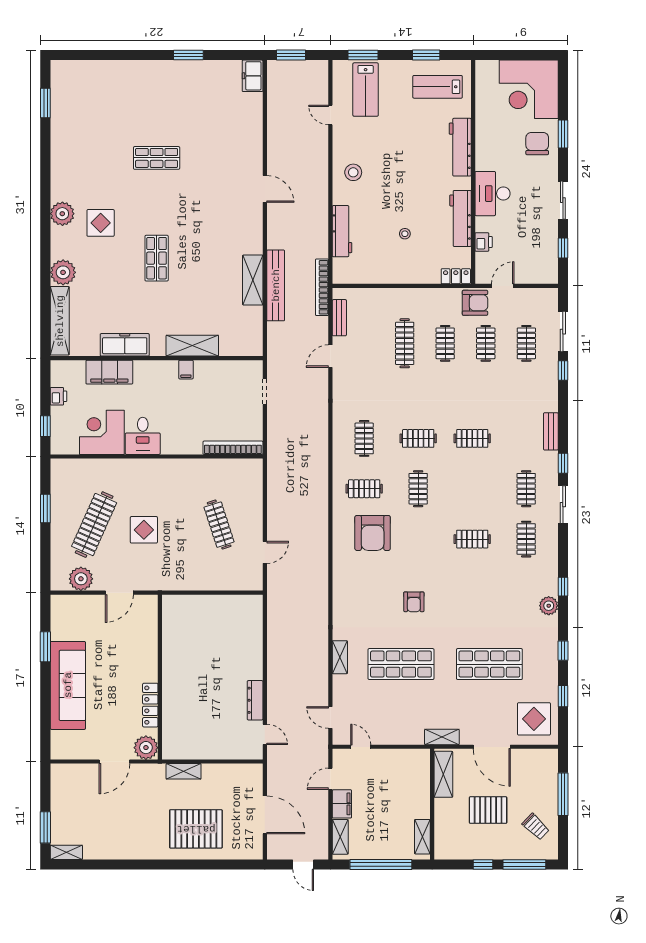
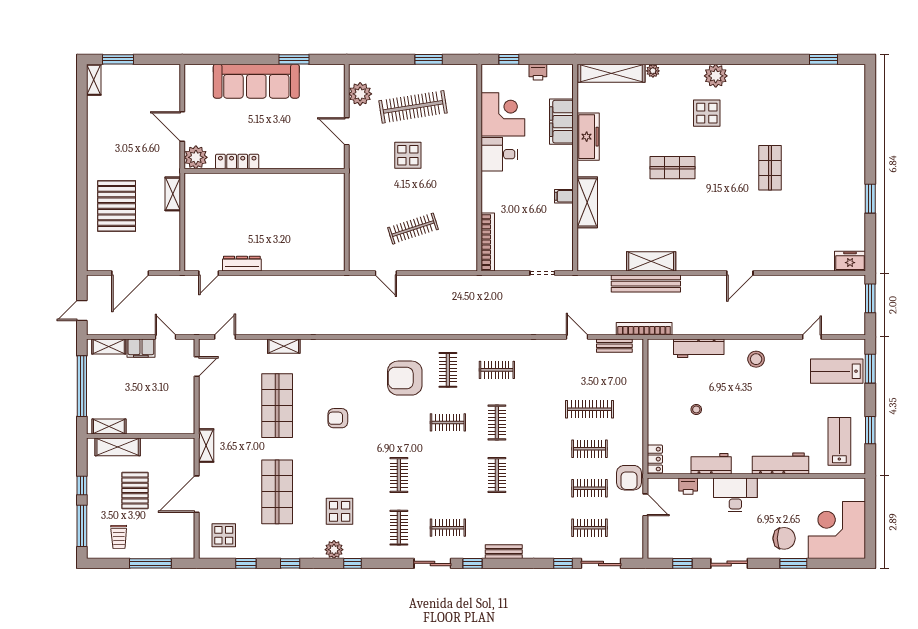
workbench: (461, 218) -> (711, 464), width x0.73
plant: (63, 272) -> (653, 71), width x0.53, depth x0.53
clothes rail: (94, 525) -> (413, 107), turned -33
clothes rail: (526, 539) -> (399, 528), turned 90
display table: (509, 600) -> (340, 511), added
display table: (534, 719) -> (224, 535), width x0.73, depth x0.73
shelving: (443, 774) -> (118, 447), moved
trolley: (536, 827) -> (119, 537), turned -45

